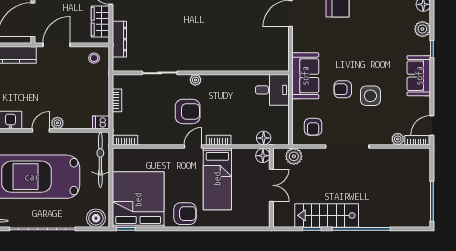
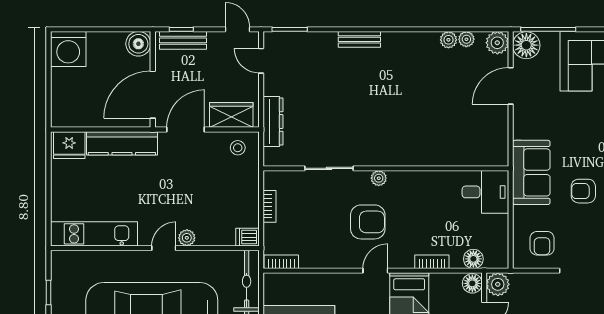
wardrobe: (100, 22) -> (231, 115), moved, turned 90
bookcase: (219, 140) -> (432, 262), moved
plant: (294, 156) -> (498, 284), moved

